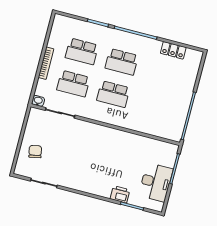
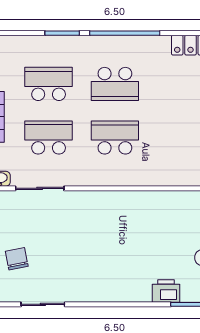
school desk: (82, 51) -> (49, 84), turned 180
school desk: (73, 84) -> (49, 138), turned 180
school desk: (113, 94) -> (115, 138), turned 180

